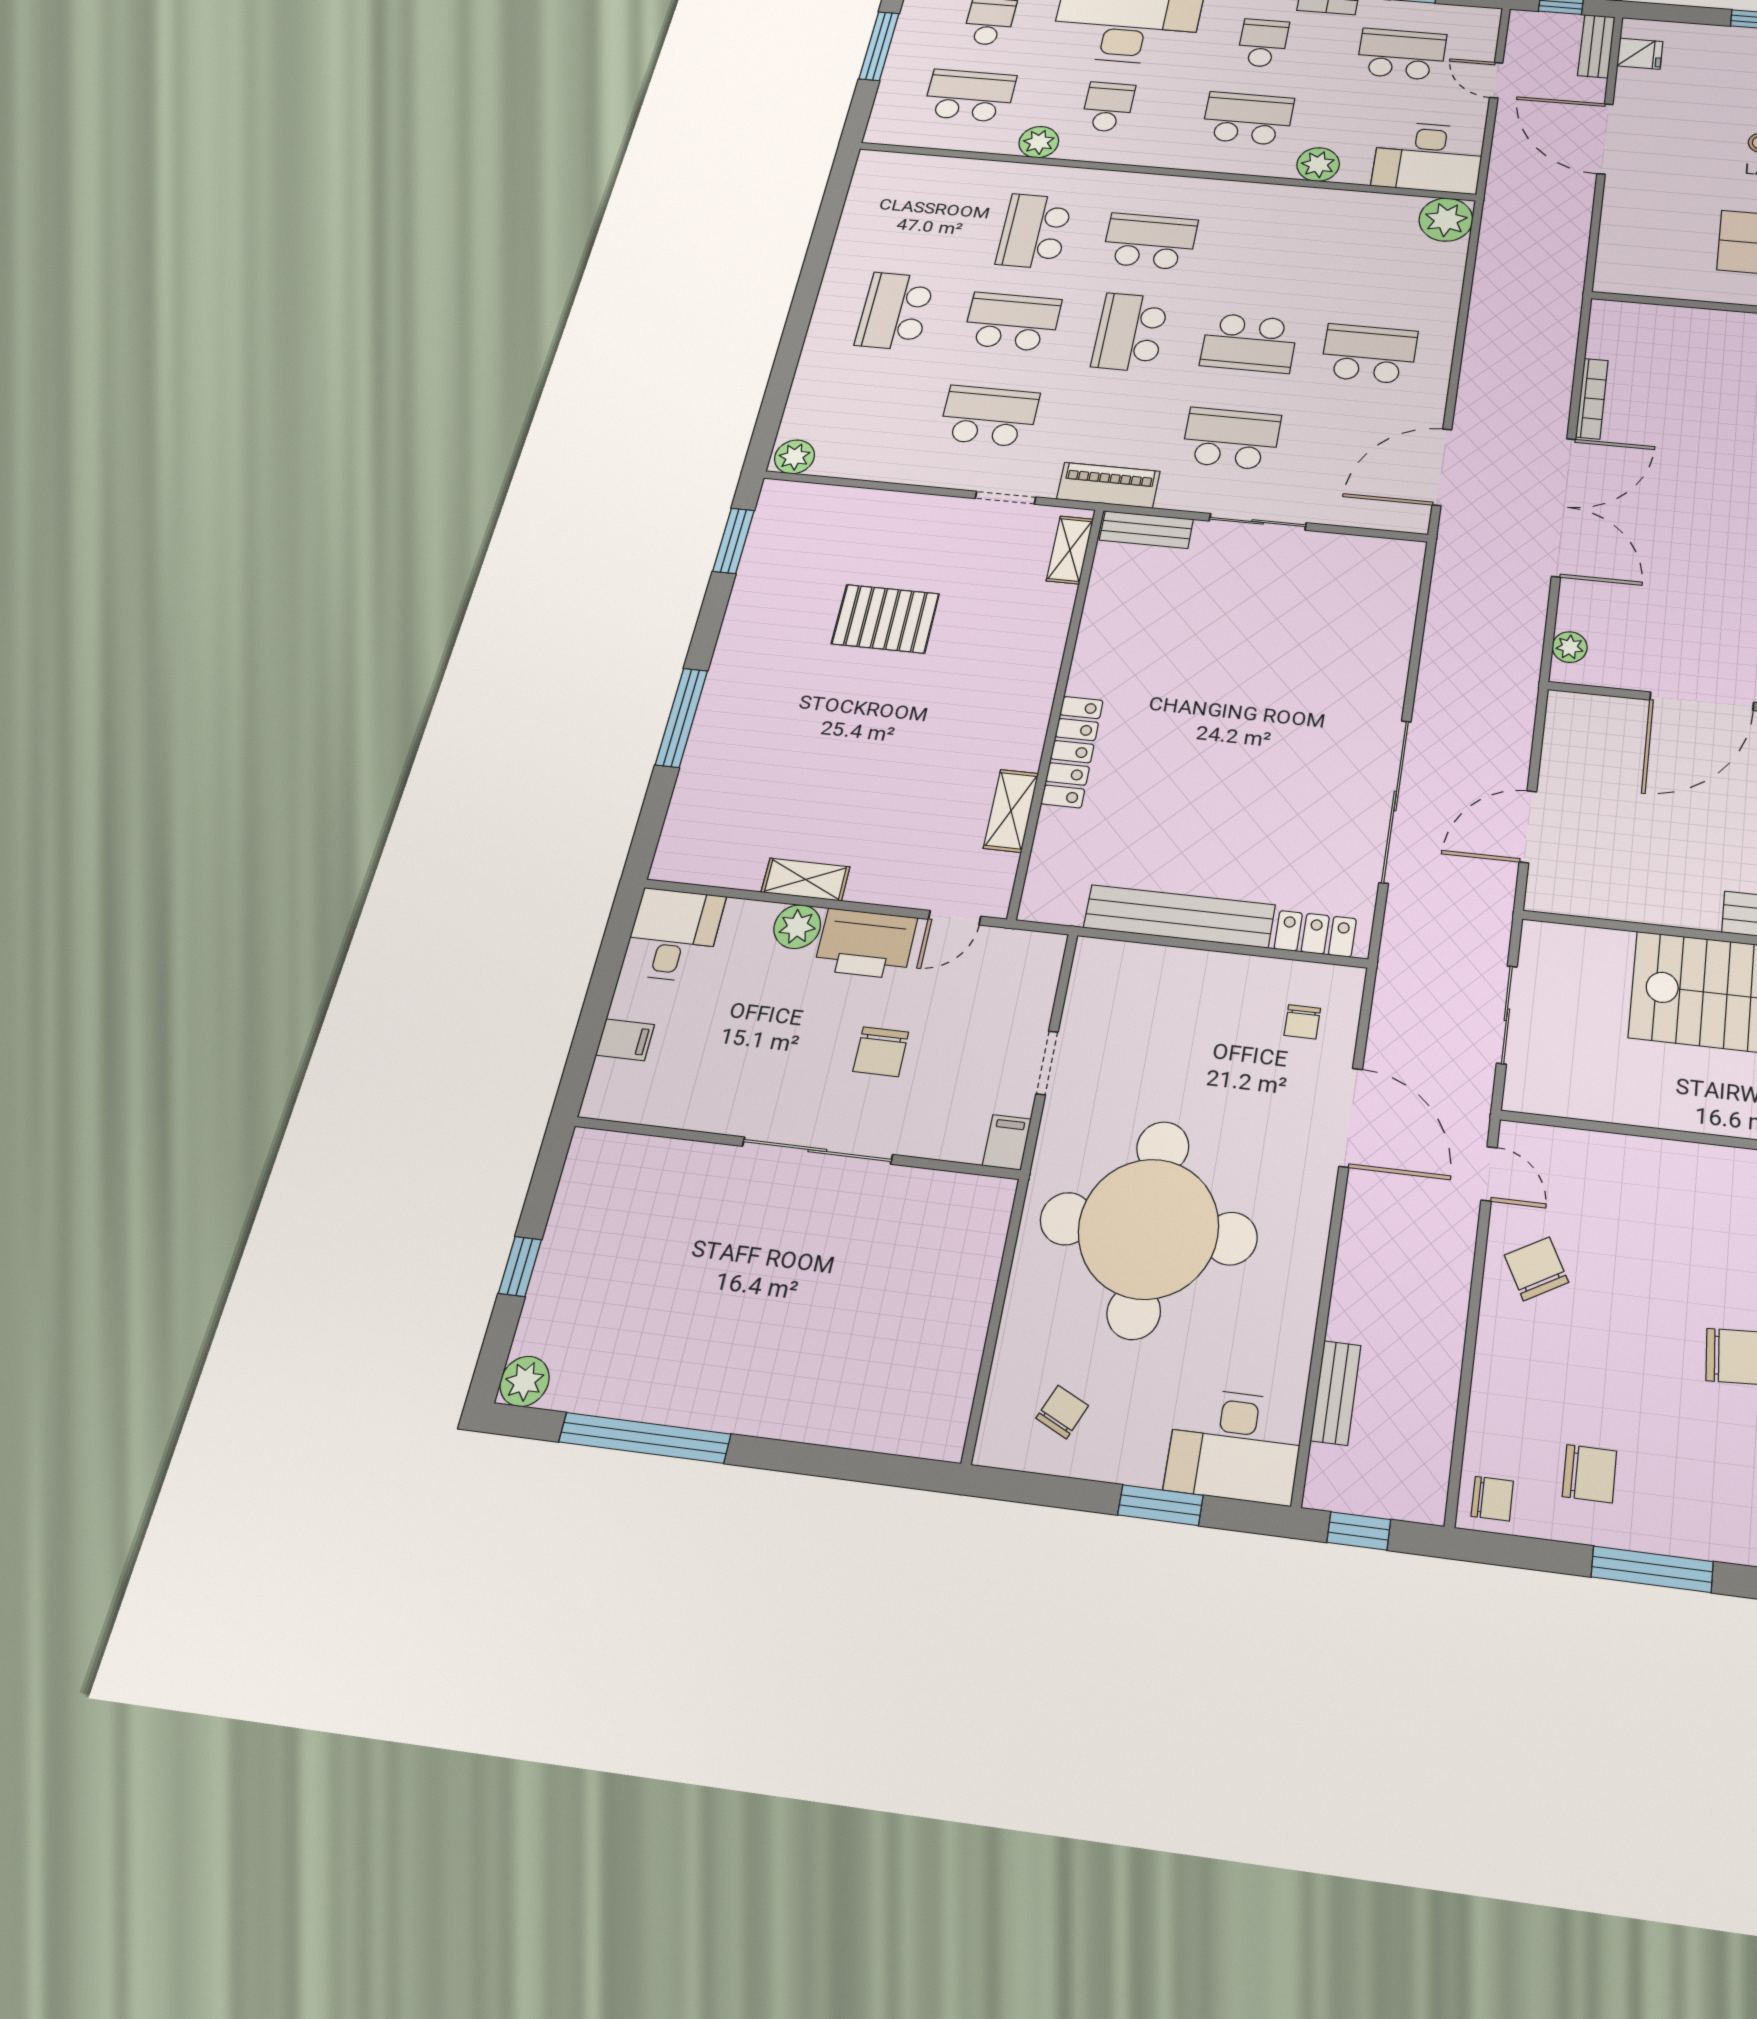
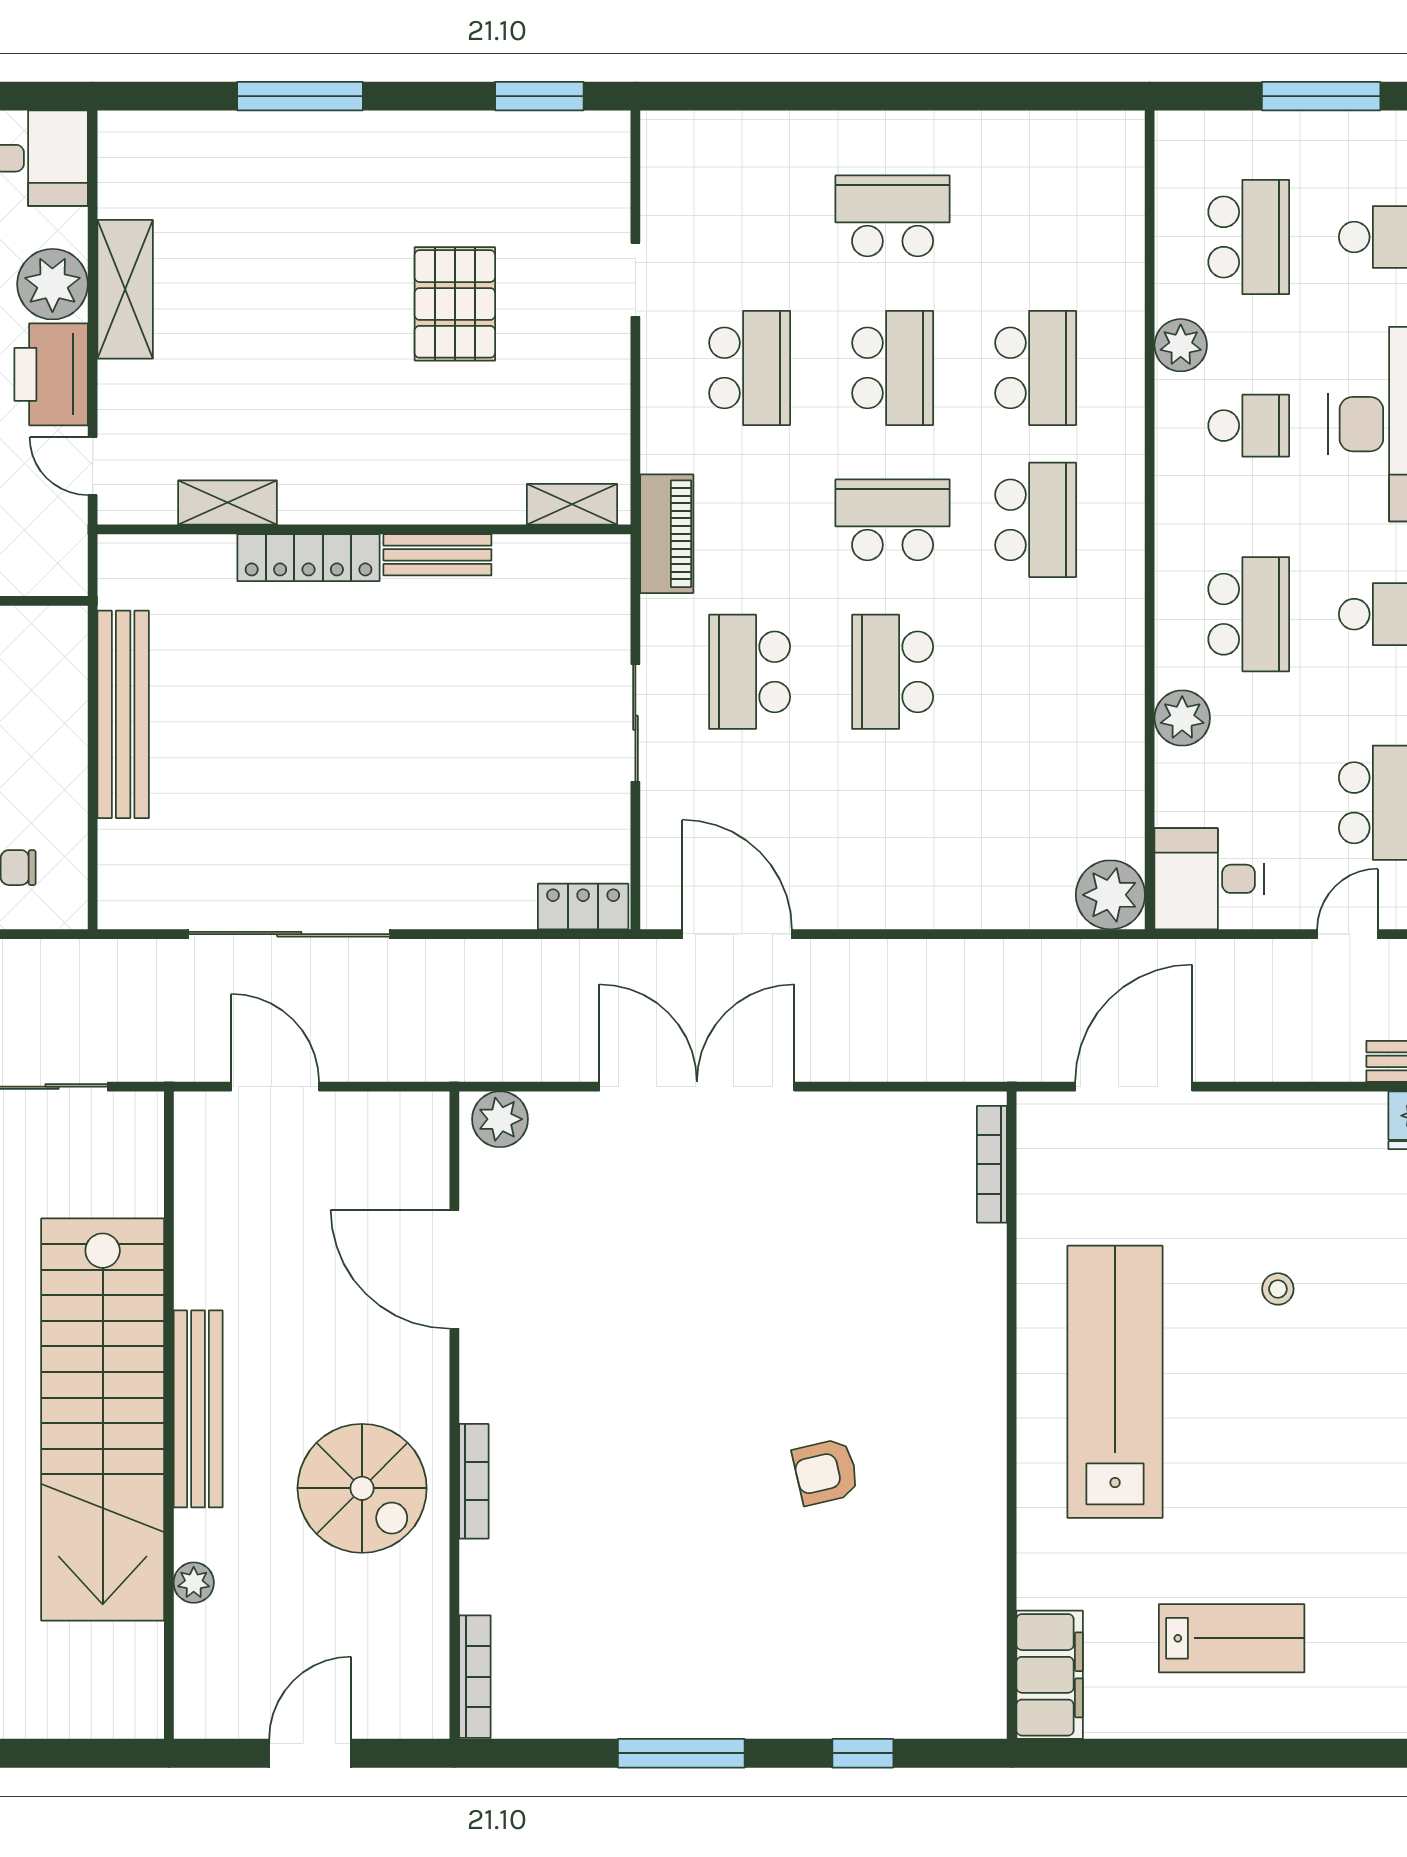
door: (1605, 139) -> (1134, 1087), moved
desk: (1428, 157) -> (1209, 879), width x0.73
school desk: (1034, 231) -> (1036, 368), turned 90
school desk: (1369, 354) -> (893, 824), removed
bookcase: (1592, 399) -> (992, 1164), moved, turned 90
school desk: (1231, 439) -> (750, 672), turned 180
plant: (794, 457) -> (665, 141), removed
doorway: (1006, 498) -> (635, 280), moved
double door: (1564, 507) -> (697, 1087), swing flipped
bench: (1146, 530) -> (437, 555), moved, turned 90
plant: (1570, 647) -> (500, 1119), width x1.38, depth x1.38
shelving: (806, 880) -> (125, 289), width x1.50, depth x1.33
plant: (797, 927) -> (52, 284), width x1.36, depth x1.36
locker: (1315, 934) -> (583, 907), moved, turned -90

